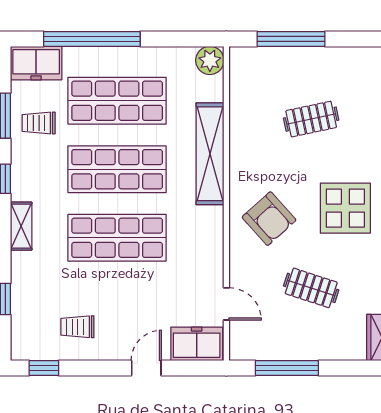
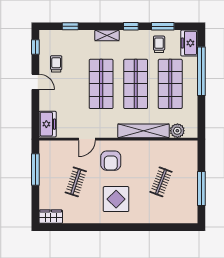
window: (291, 39) -> (201, 189), moved
plant: (210, 60) -> (177, 131), moved
clothes rail: (311, 119) -> (161, 182), turned 33
armchair: (269, 219) -> (111, 161), turned -48
door: (226, 304) -> (87, 139), moved
door: (146, 368) -> (35, 82), moved

